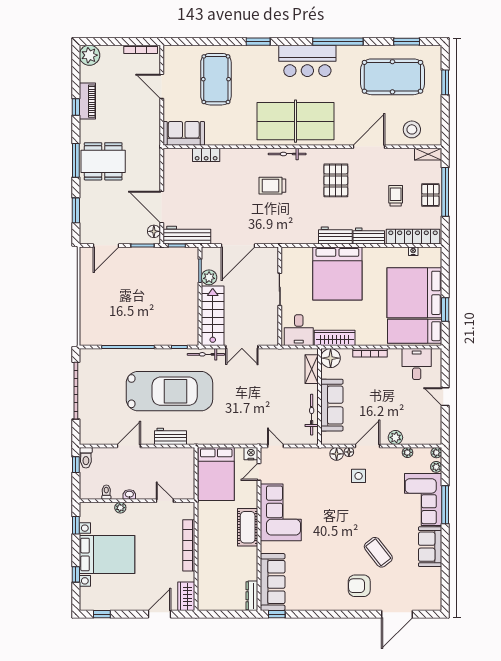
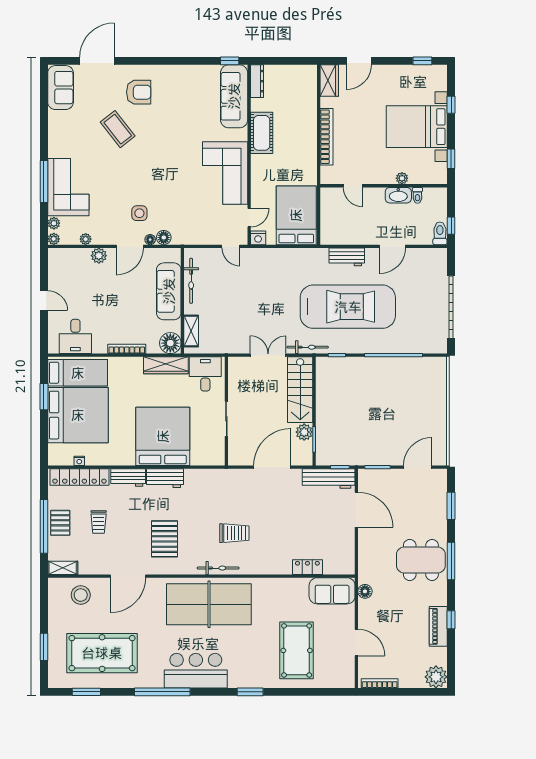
floor lamp: (154, 231) -> (365, 591), moved
car: (169, 391) -> (348, 307), turned 180
washbasin: (129, 494) -> (398, 195), width x1.91, depth x1.45
cot: (248, 527) -> (262, 133), moved
sofa: (430, 547) -> (61, 88), moved

